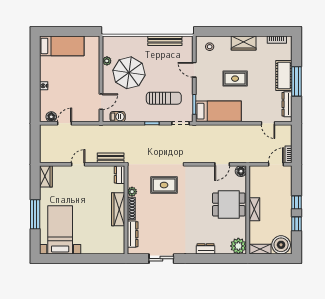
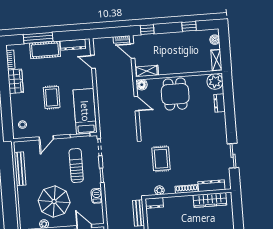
wardrobe: (244, 43) -> (15, 81), moved
window: (297, 81) -> (38, 38), moved
barbecue: (118, 117) -> (97, 196), moved
door: (268, 123) -> (93, 62), swing flipped
plant: (132, 192) -> (159, 190), moved
window: (297, 202) -> (147, 30), moved
wardrobe: (118, 209) -> (210, 200), moved
shelving: (254, 209) -> (147, 71), moved
boiler: (281, 245) -> (215, 40), width x0.54, depth x0.54
dresser: (206, 249) -> (219, 103), moved

